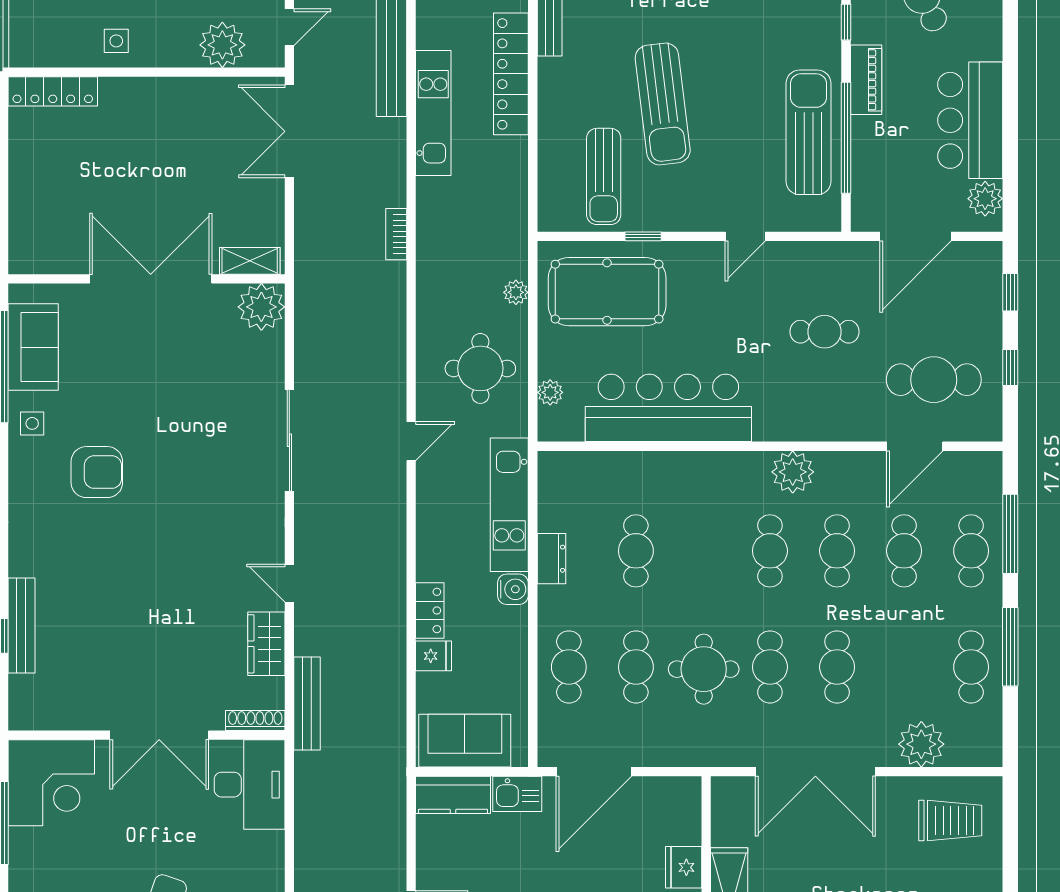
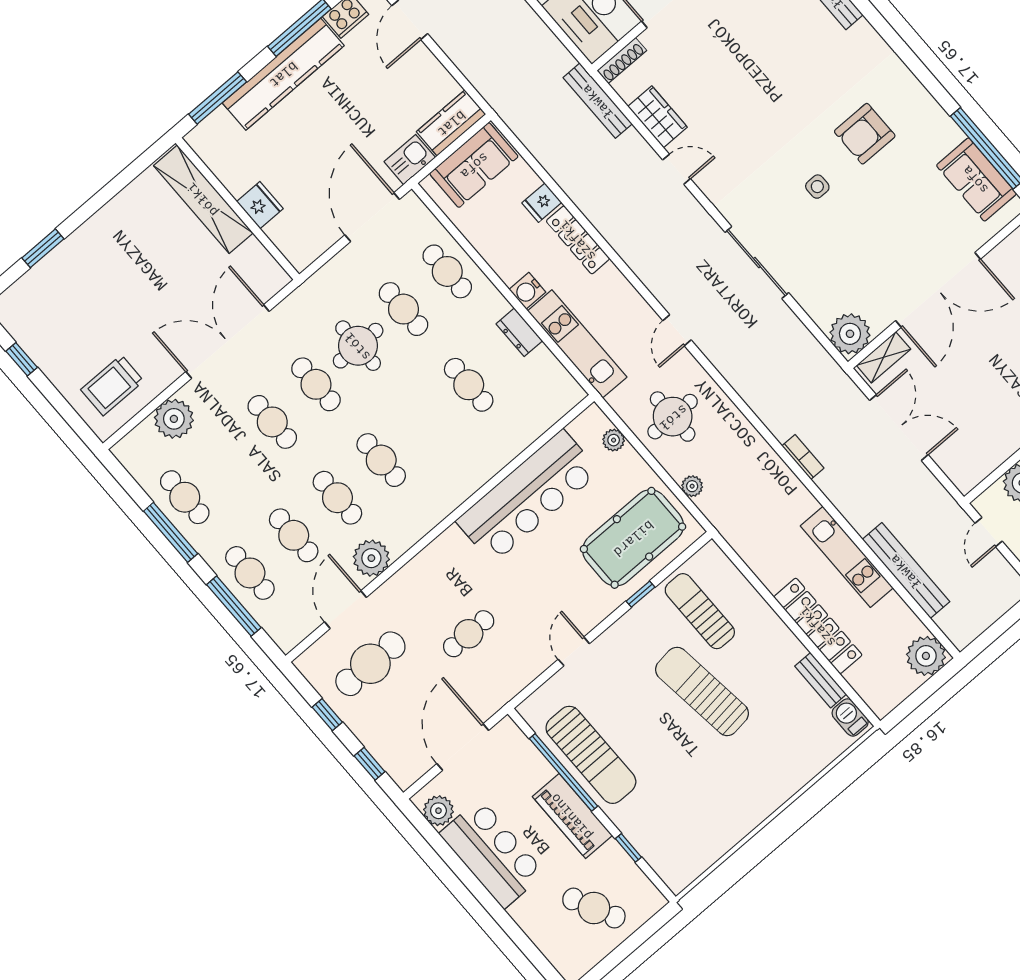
piano: (866, 80) -> (572, 816), width x1.37, depth x1.33
double door: (289, 131) -> (899, 428), moved
side table: (32, 423) -> (817, 187), moved
plant: (793, 472) -> (371, 558), moved
locker: (430, 610) -> (578, 240), width x1.53

